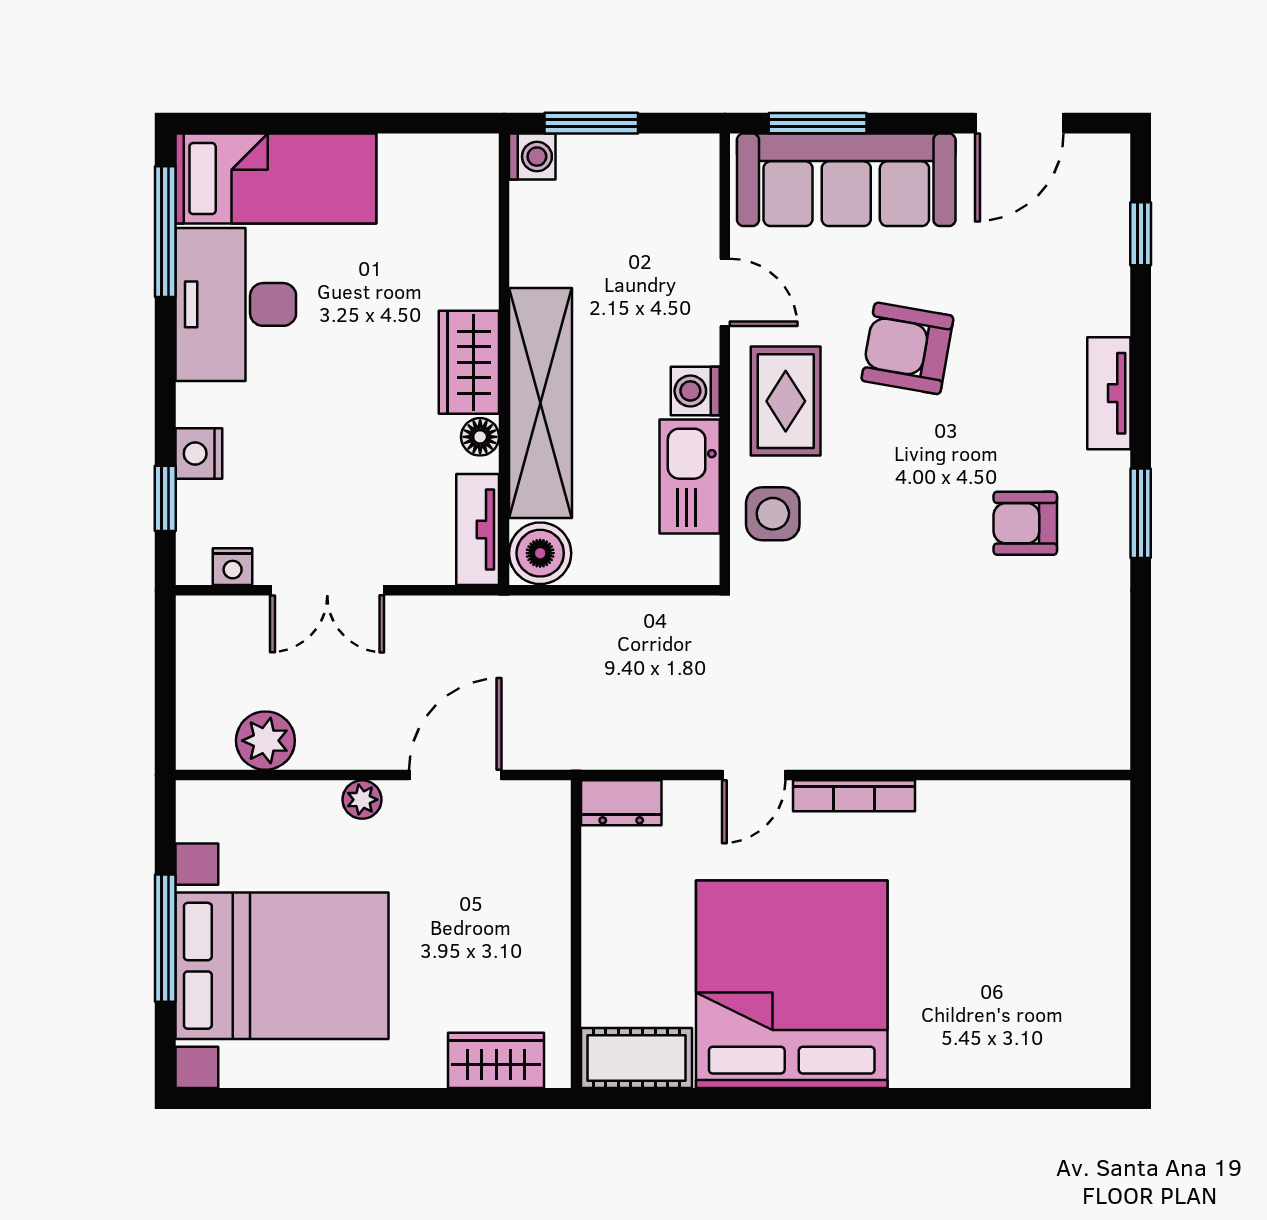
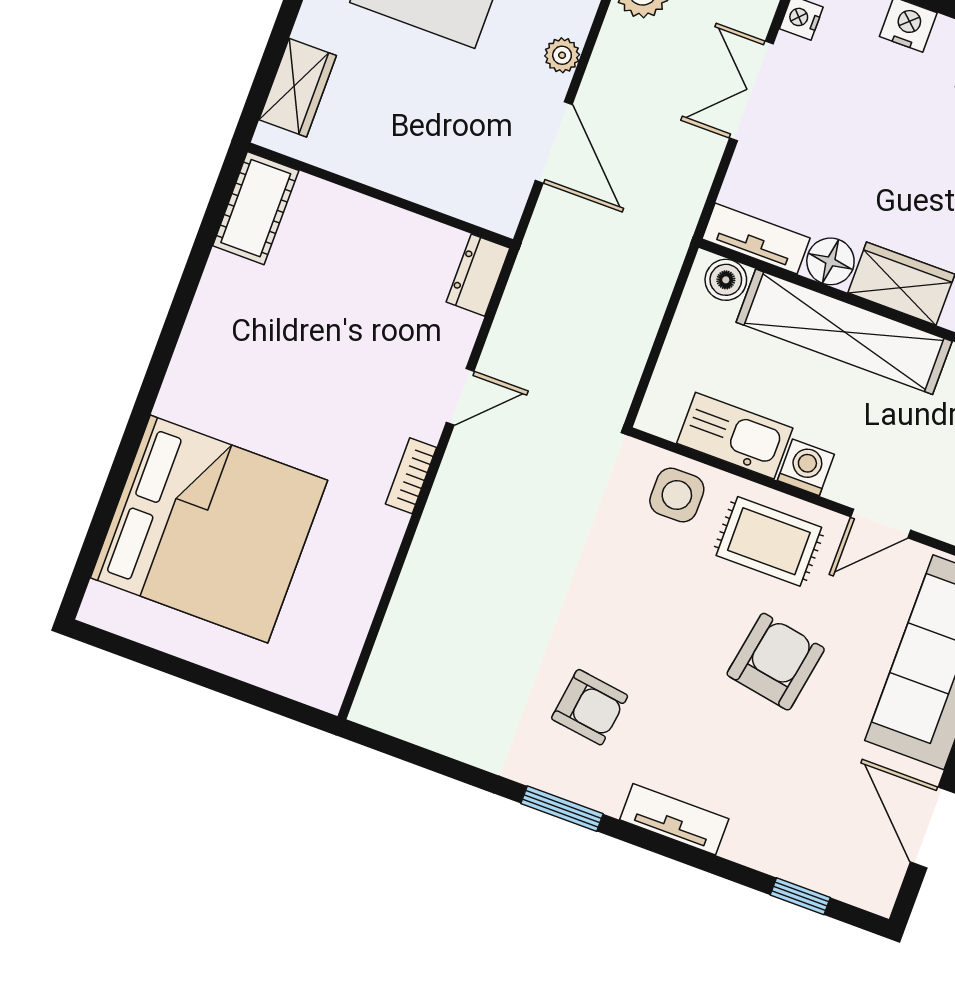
floor lamp: (480, 437) -> (830, 261), width x1.37, depth x1.37
armchair: (1025, 523) -> (590, 707), turned 98
boiler: (540, 553) -> (726, 280), width x0.73, depth x0.73
door: (754, 775) -> (460, 397), swing flipped
bookcase: (854, 796) -> (411, 476), width x0.64
bed: (792, 984) -> (209, 529), moved

